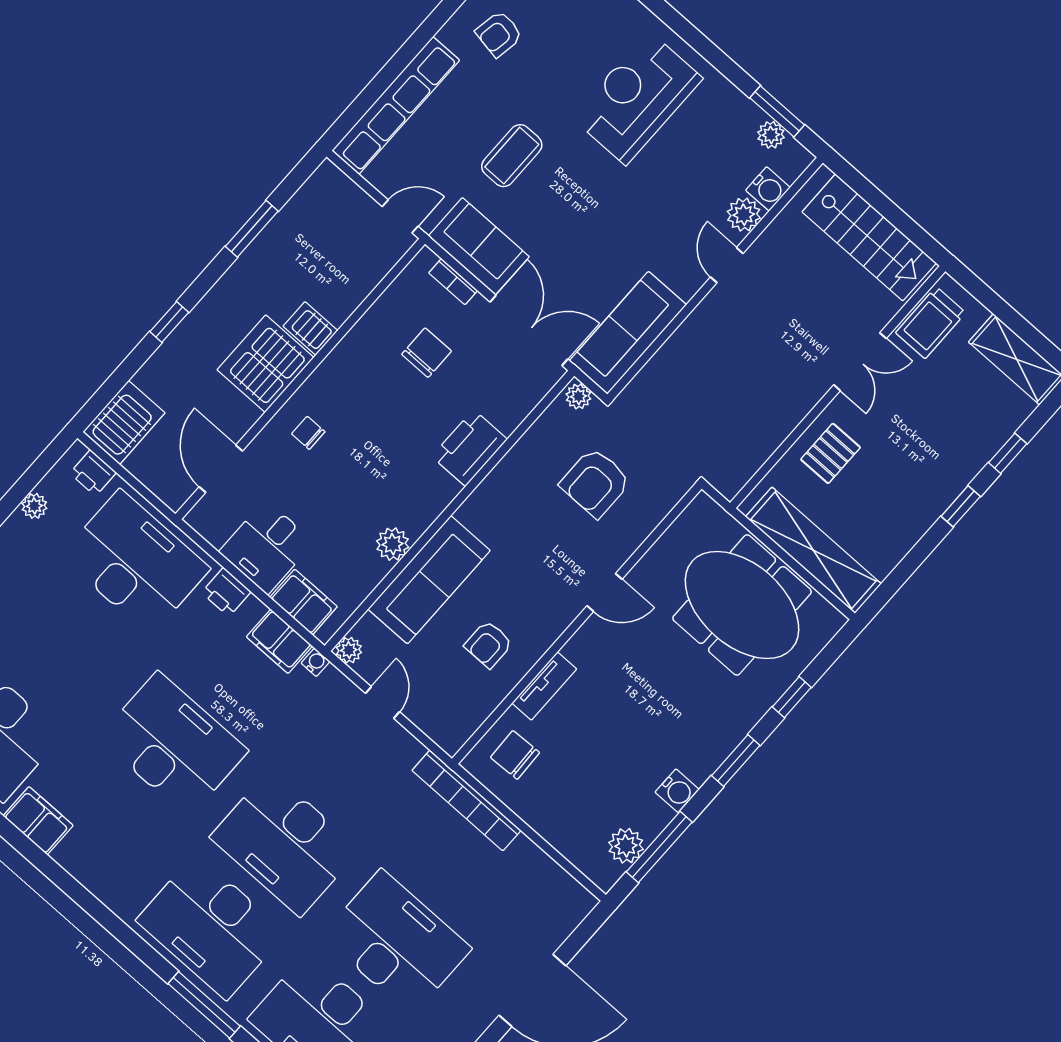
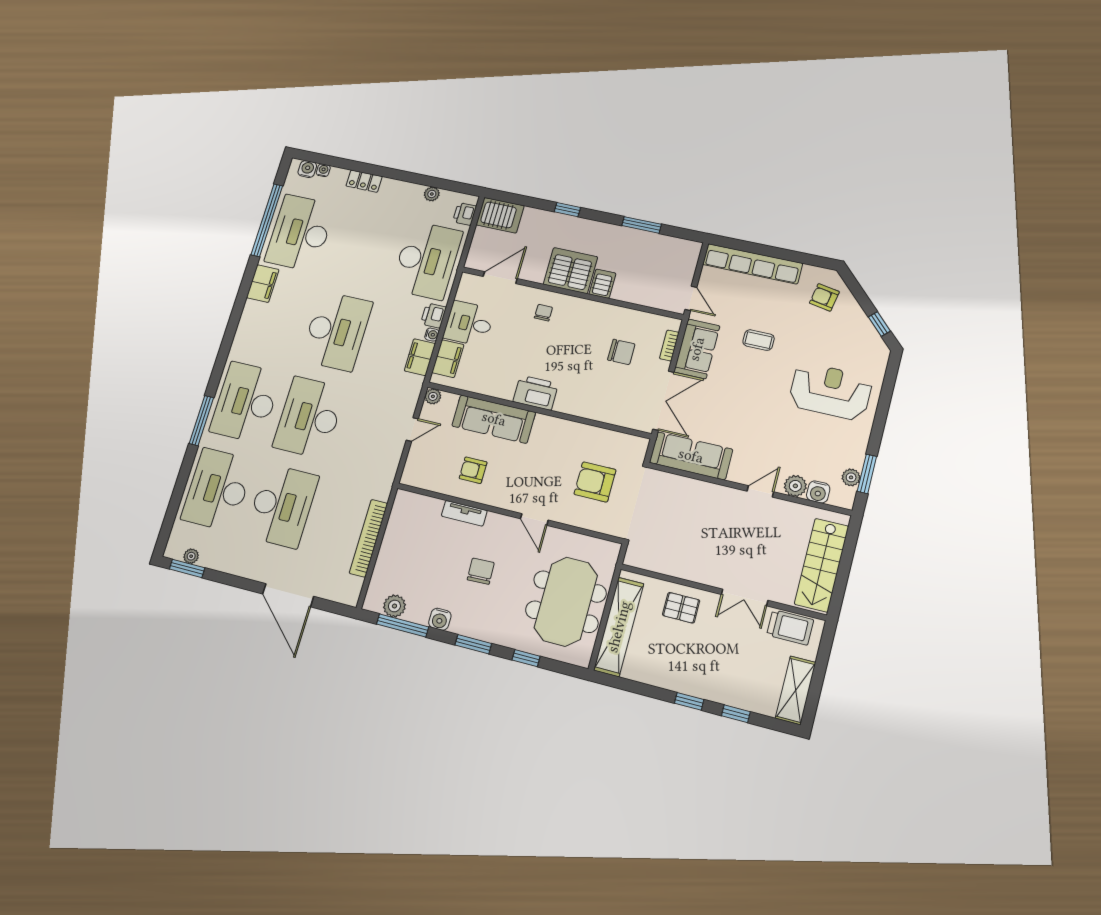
coffee table: (512, 156) -> (759, 340), width x0.73, depth x0.77
trolley: (931, 323) -> (790, 627), turned 180
plant: (578, 396) -> (640, 447), removed
printer: (469, 448) -> (536, 393), moved
plant: (393, 544) -> (504, 389), removed
water cooler: (316, 662) -> (432, 335), moved
chair: (515, 755) -> (481, 571), moved
bookcase: (466, 800) -> (368, 538), moved

